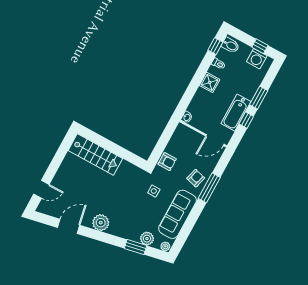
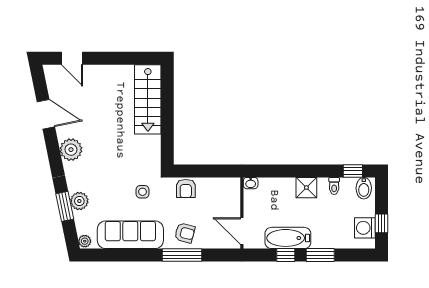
plant: (147, 239) -> (79, 201), moved

